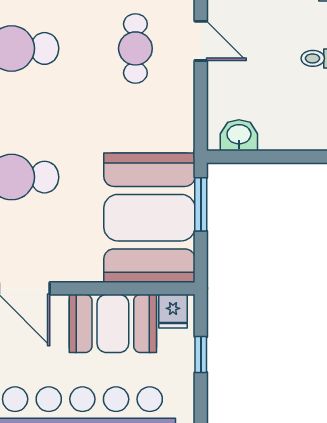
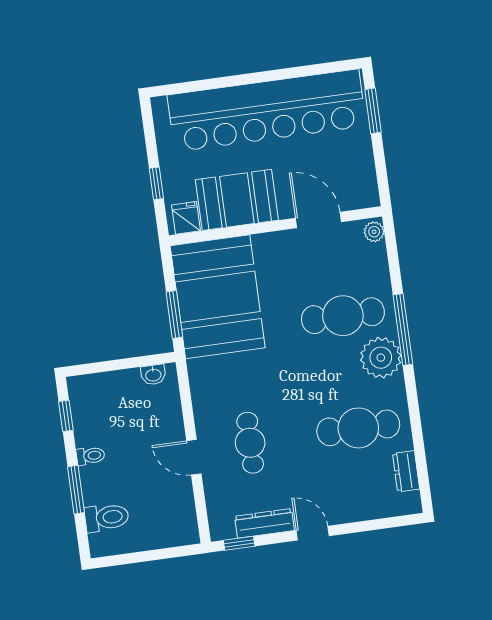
washbasin: (239, 135) -> (153, 375), width x0.72, depth x0.69

